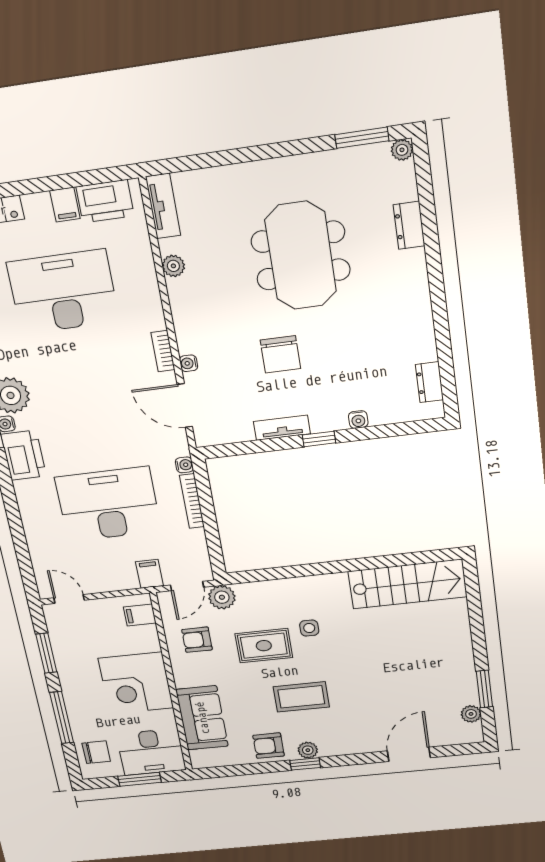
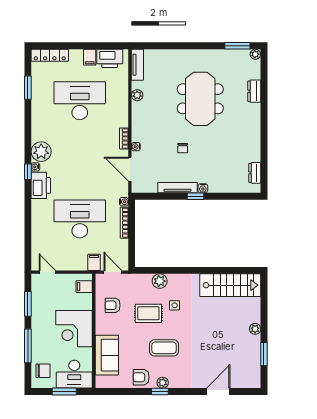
chair: (280, 354) -> (183, 148), width x0.54, depth x0.54
water cooler: (358, 419) -> (203, 188), moved
tv unit: (282, 428) -> (177, 188), width x1.41
door: (187, 586) -> (113, 272), swing flipped
plant: (222, 597) -> (160, 281), moved
plant: (471, 714) -> (255, 329), moved

